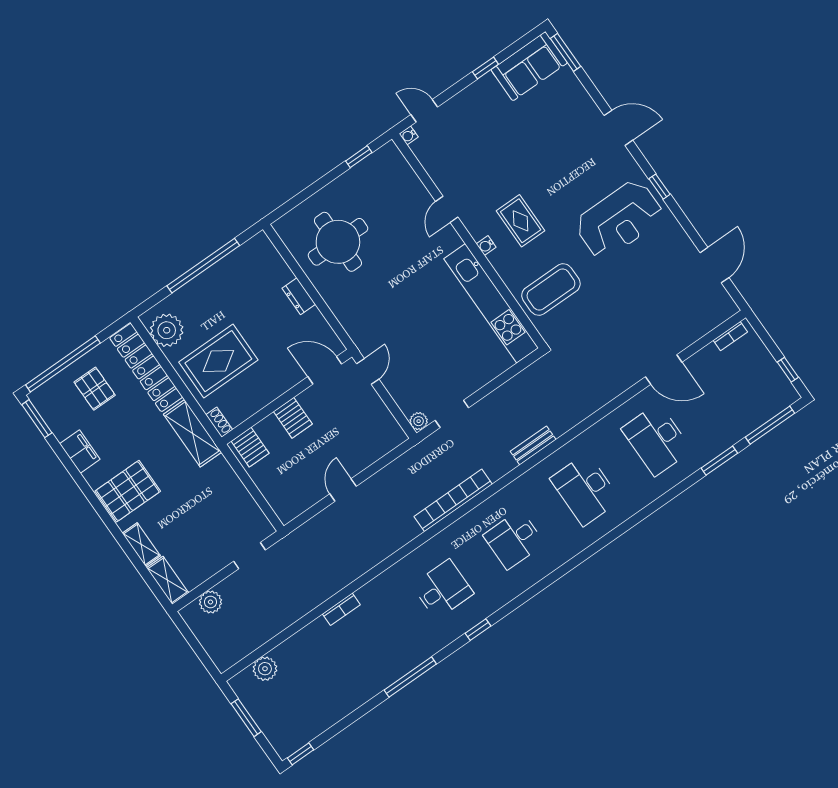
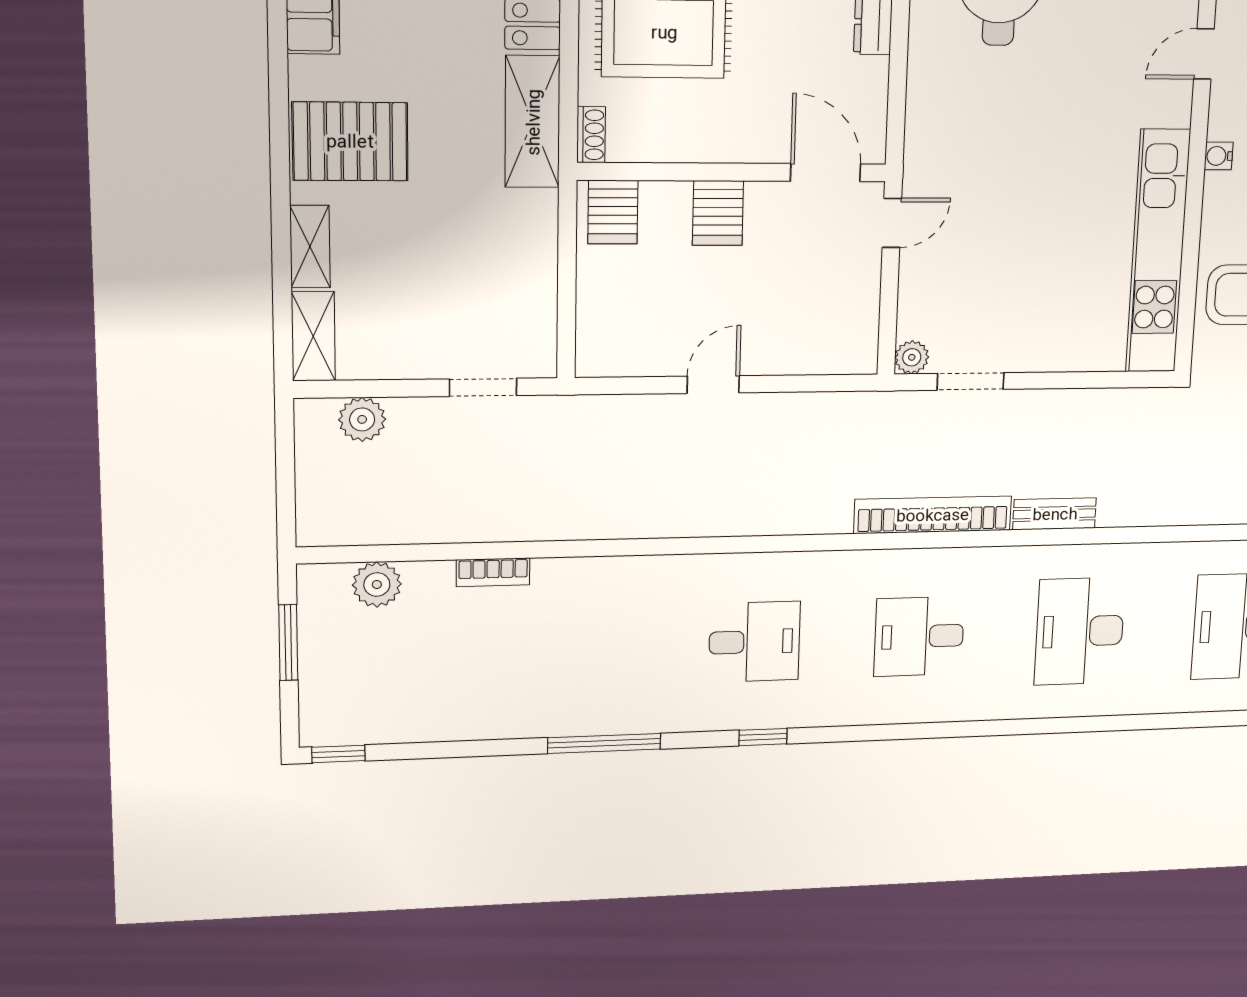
bookcase: (453, 500) -> (933, 515), moved
bookcase: (341, 609) -> (493, 572), moved

